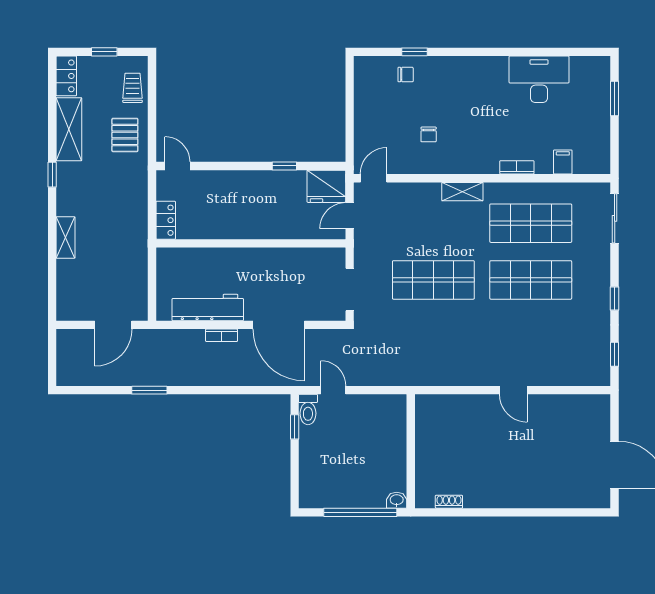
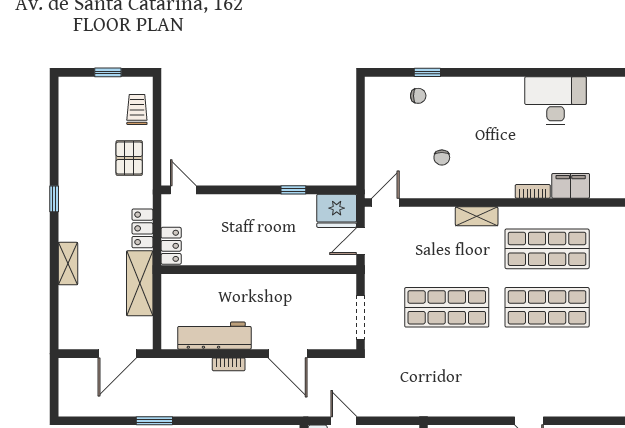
locker: (66, 76) -> (142, 228), moved, turned 180
shelving: (69, 129) -> (140, 283), moved
filing cabinet: (563, 162) -> (571, 186), width x2.00
door: (279, 325) -> (288, 354), width x0.73

